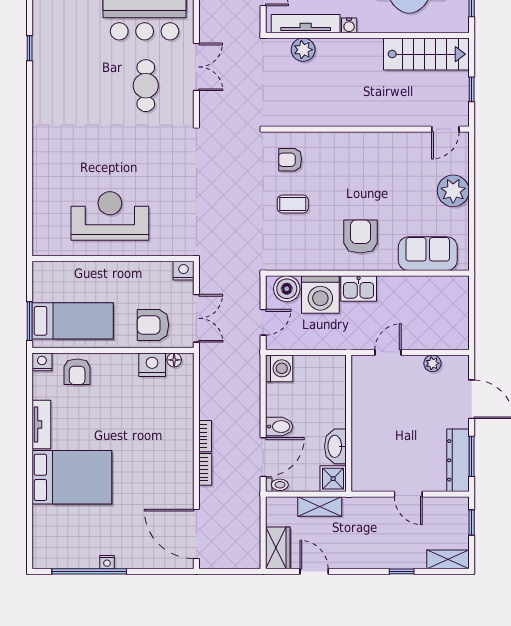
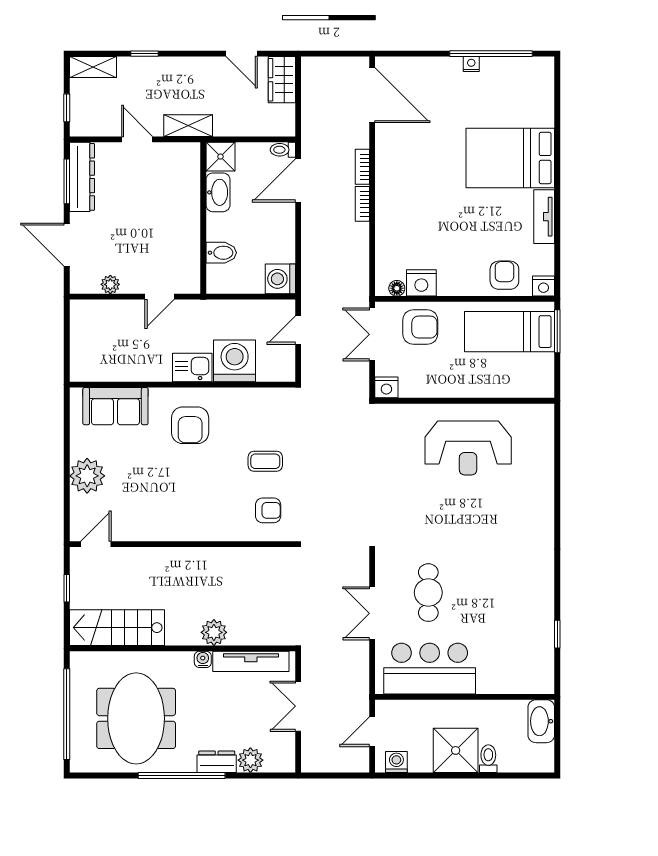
plant: (303, 50) -> (214, 632), moved
boiler: (287, 289) -> (272, 367), removed
bidet: (279, 427) -> (221, 253), moved, turned 180
shelving: (320, 507) -> (188, 126), moved

